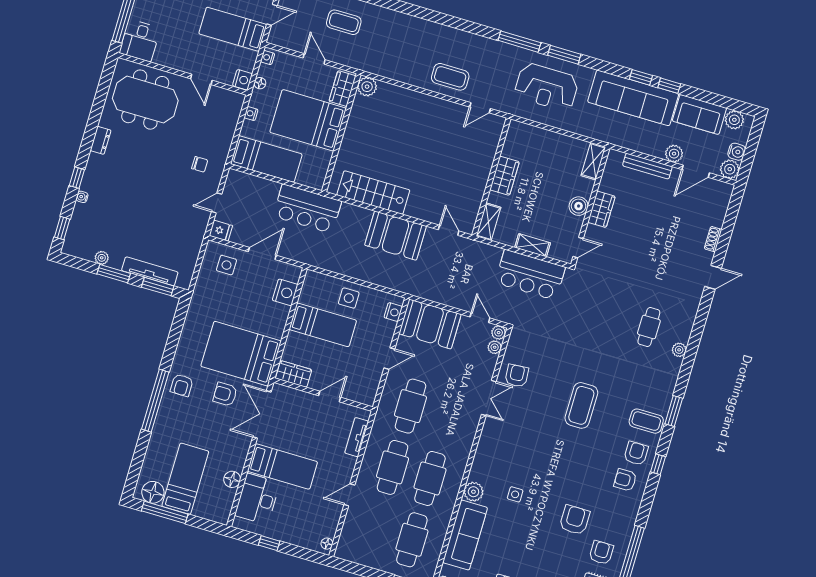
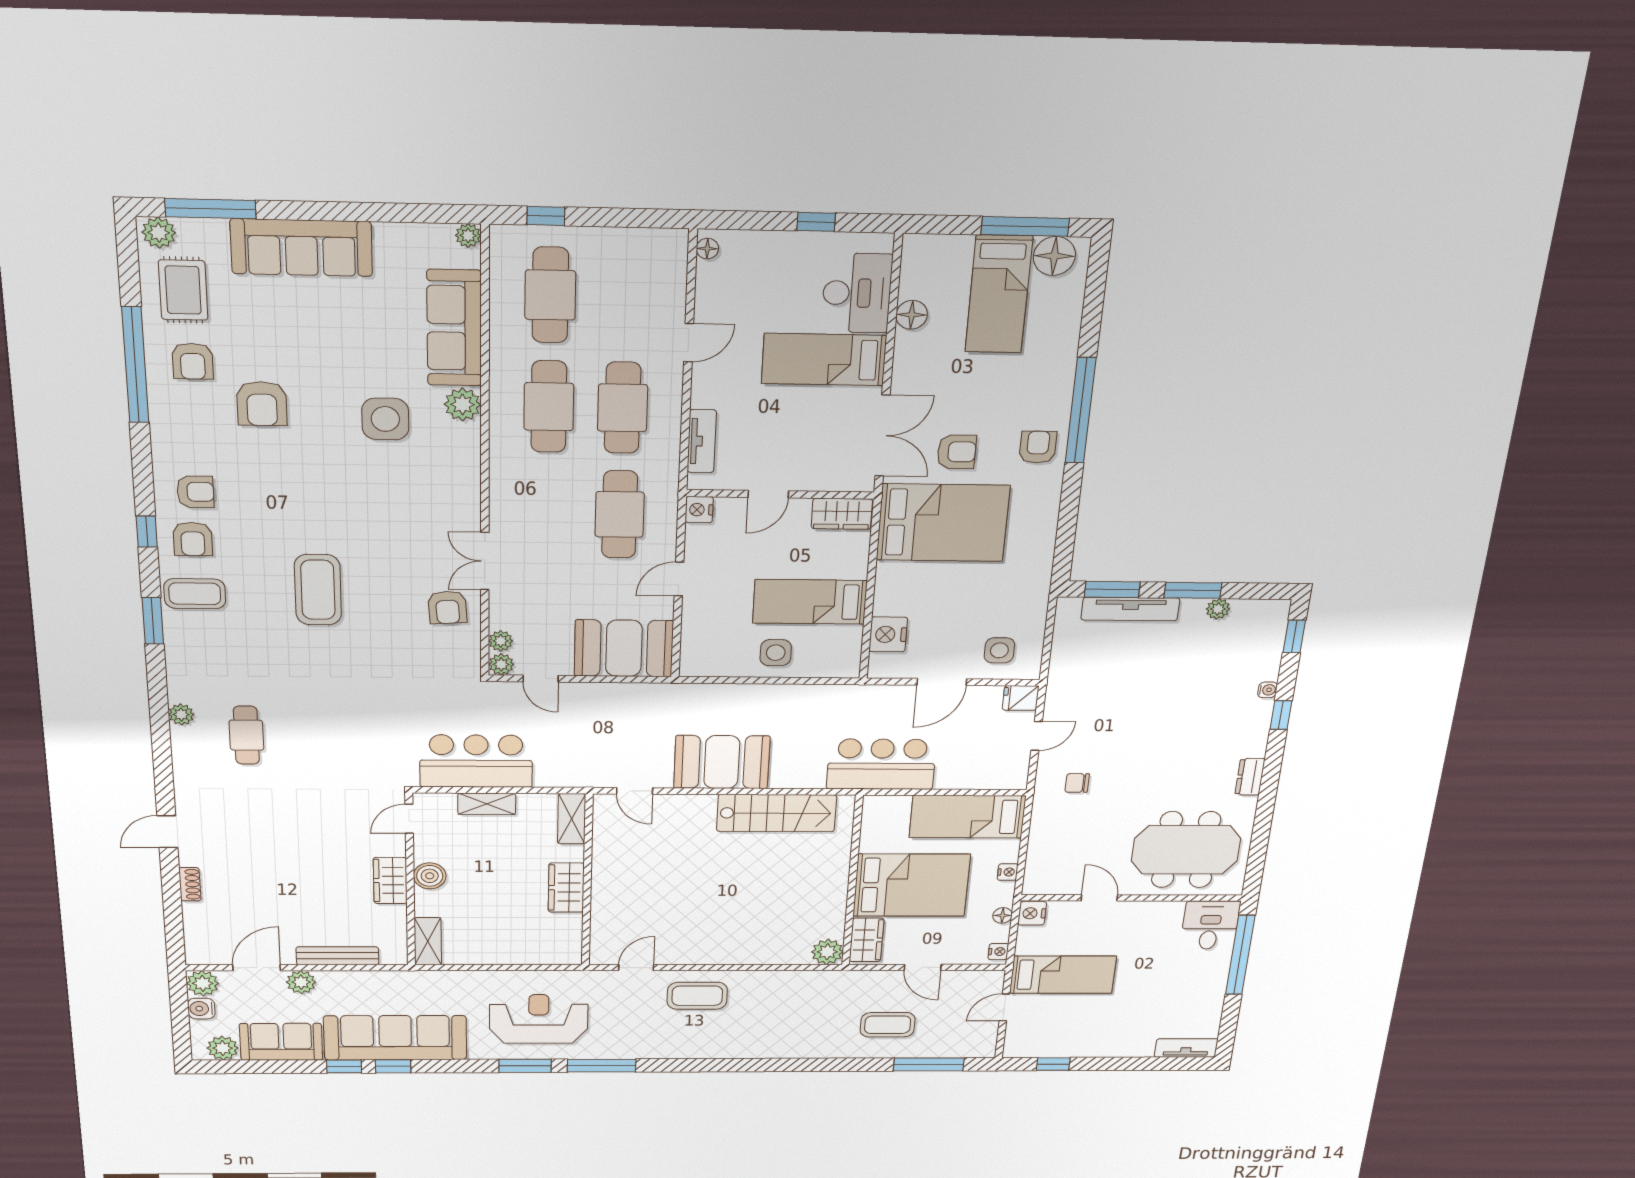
nightstand: (393, 312) -> (699, 510), moved
side table: (515, 494) -> (385, 419), width x1.87, depth x1.87

